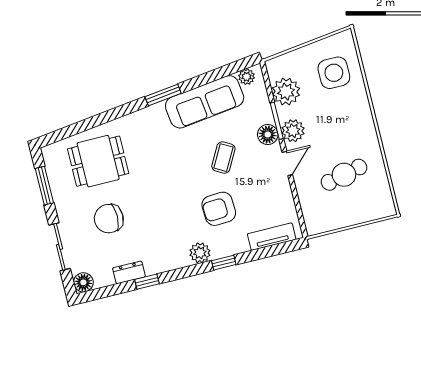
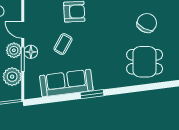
plant: (247, 77) -> (35, 93), removed
door: (287, 163) -> (23, 30), hinge flipped
chair: (109, 219) -> (147, 23), turned -62

